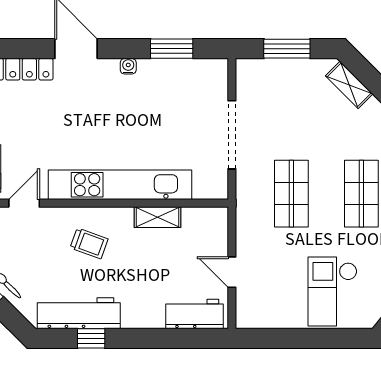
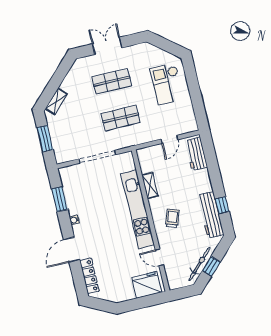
checkout: (333, 291) -> (167, 84), turned 90

